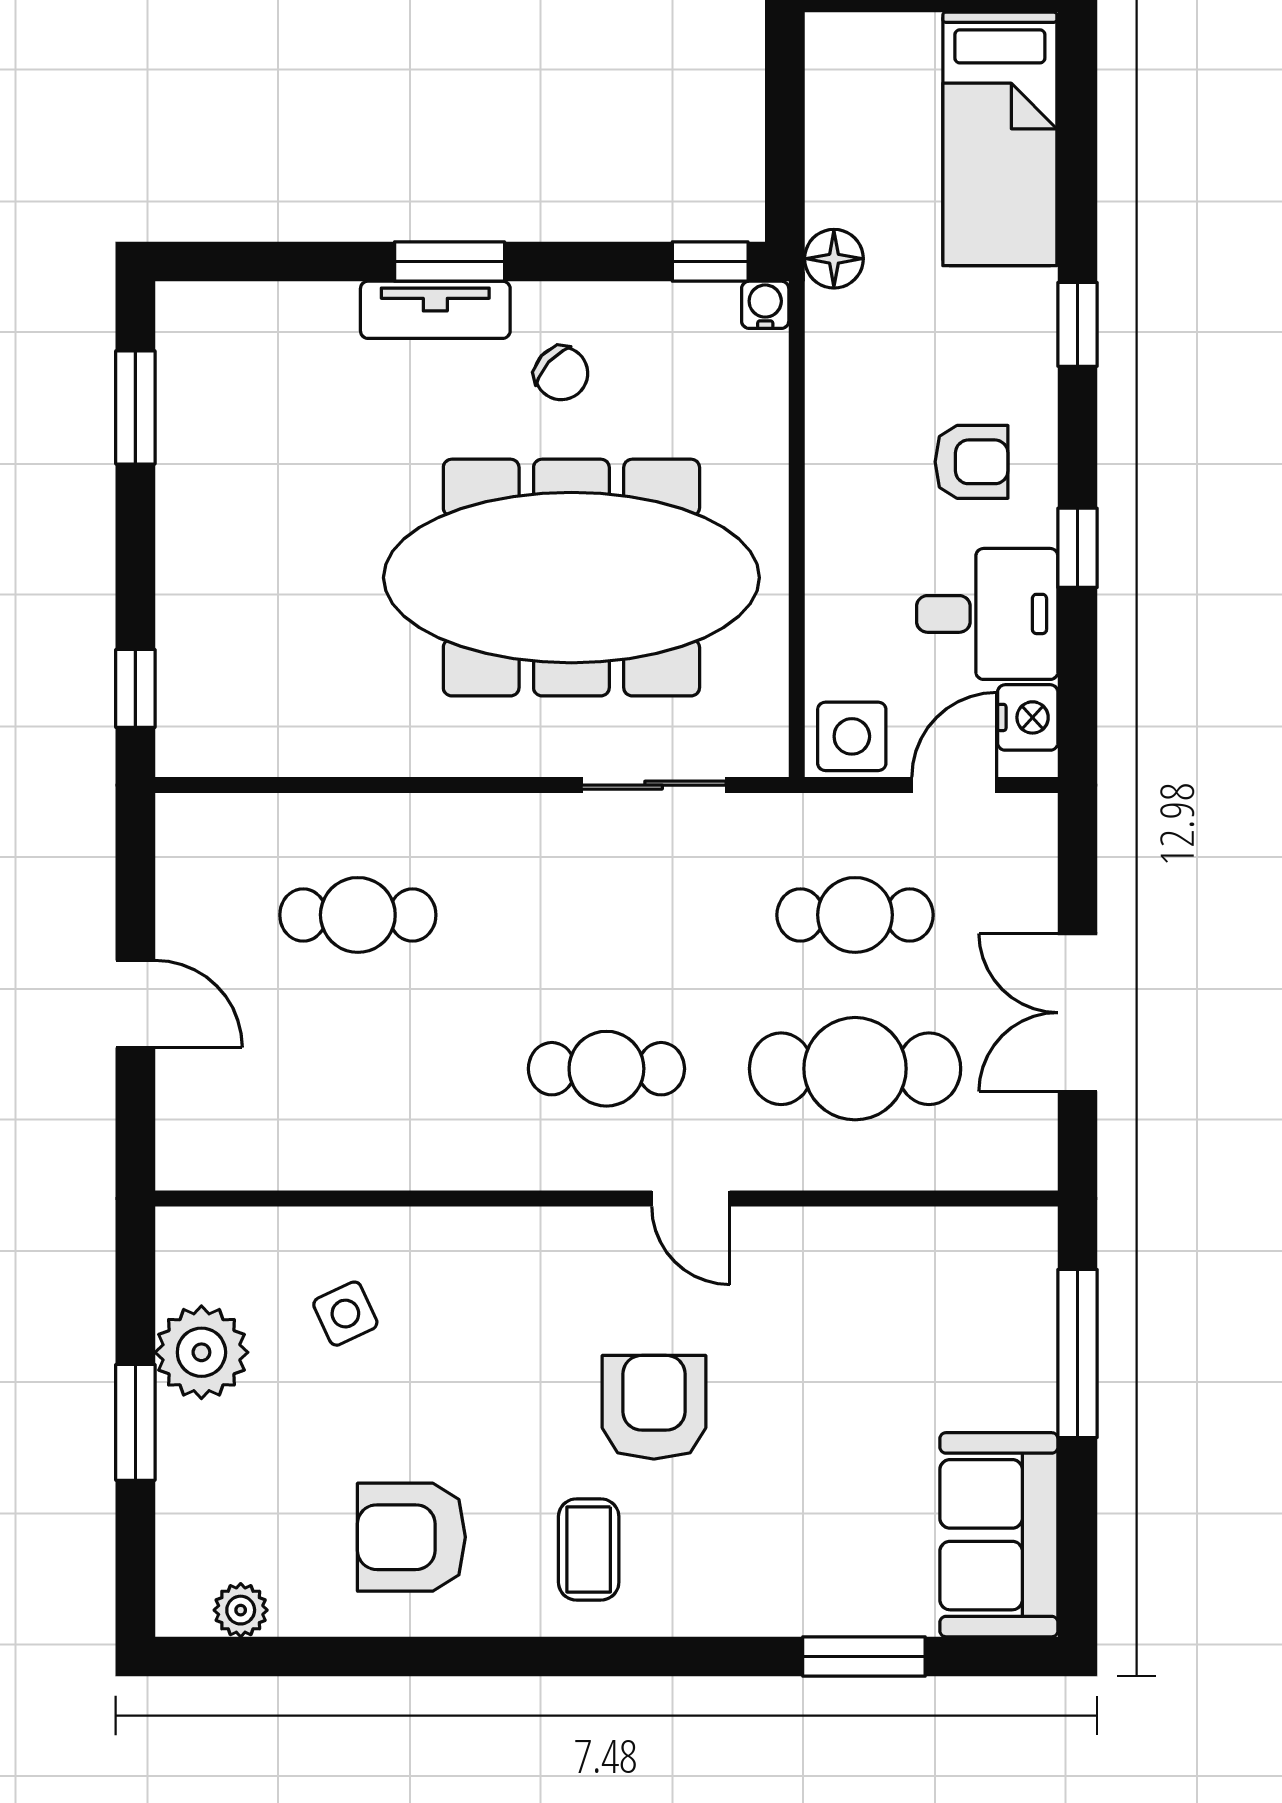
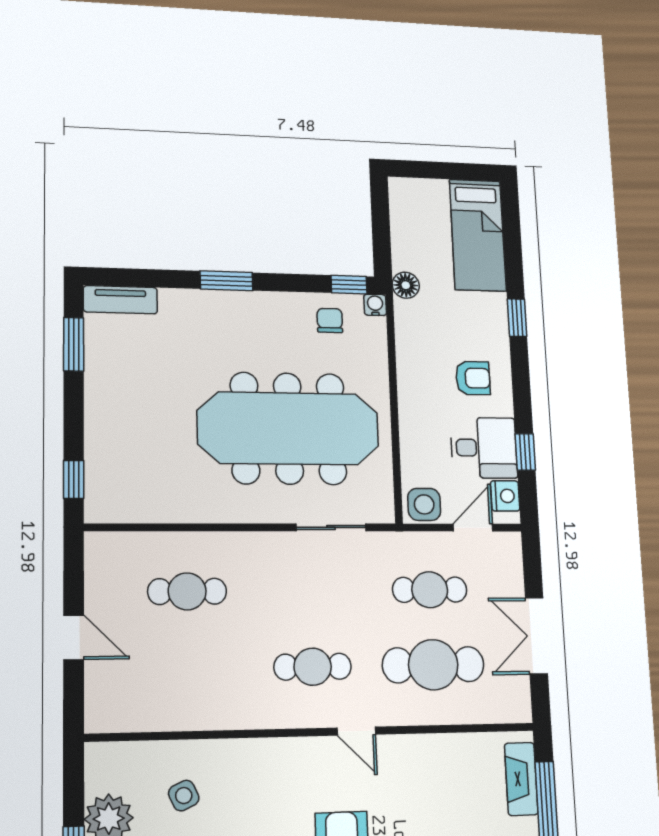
tv unit: (435, 310) -> (120, 300), moved
chair: (561, 373) -> (330, 320), moved, turned -132
window: (1078, 548) -> (525, 452), moved
fireplace: (1027, 1302) -> (521, 779), added

